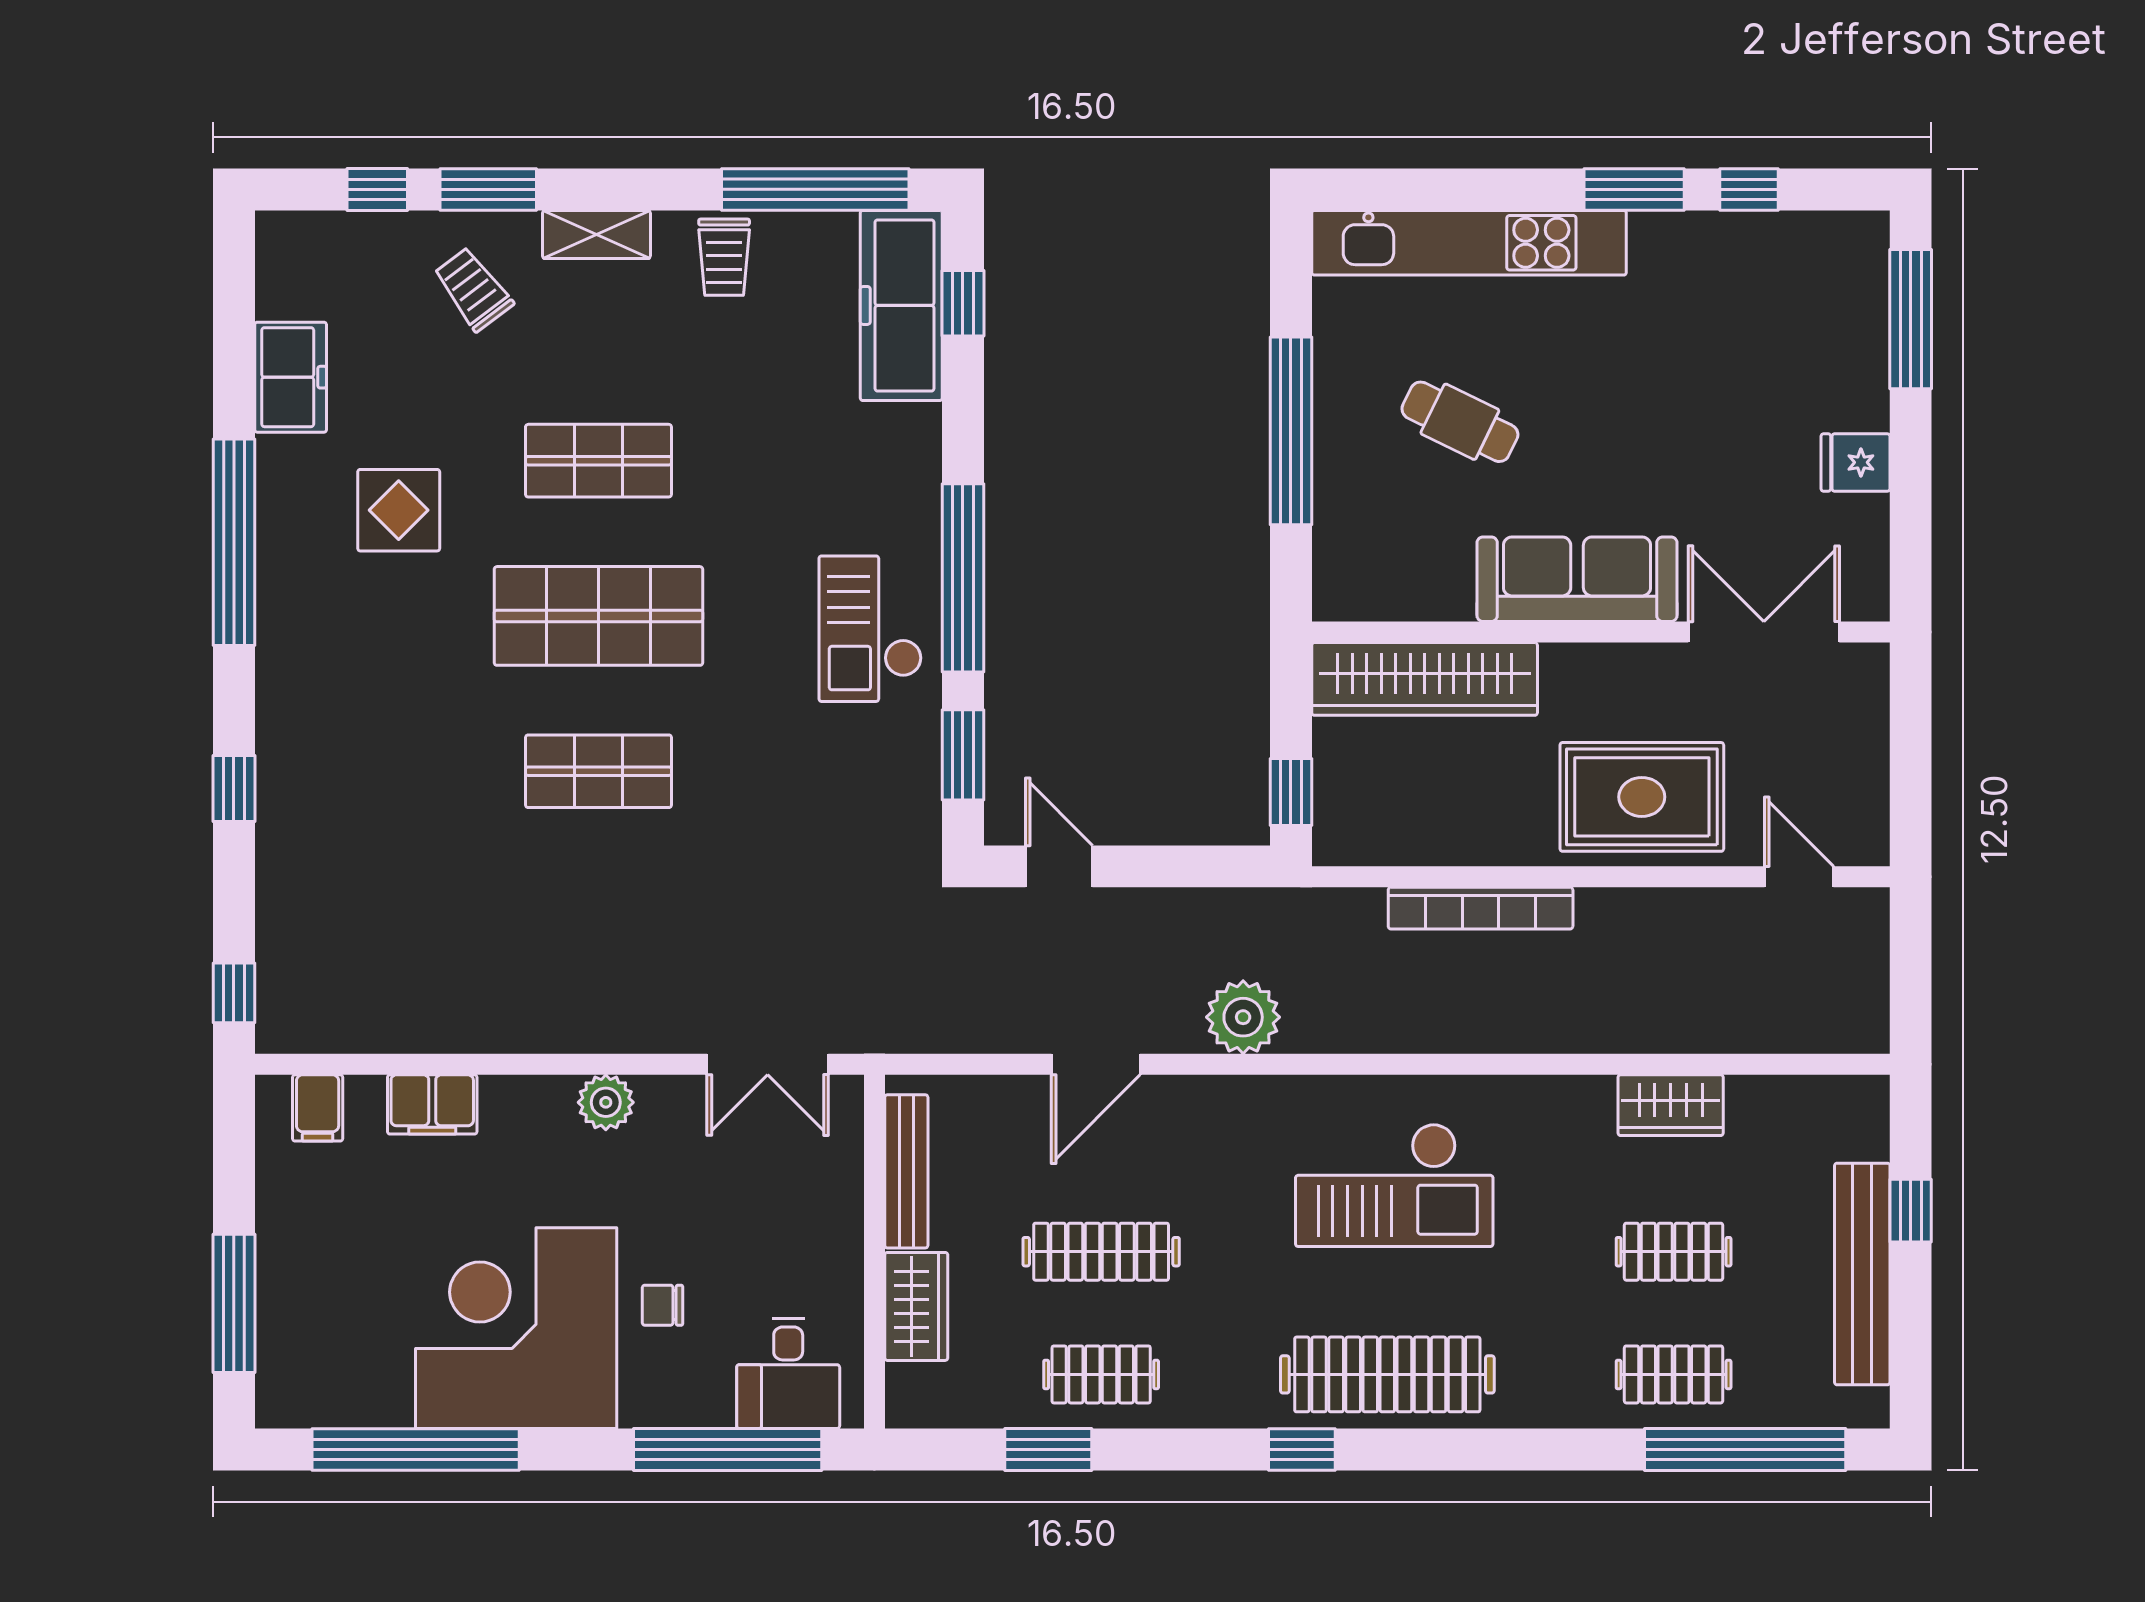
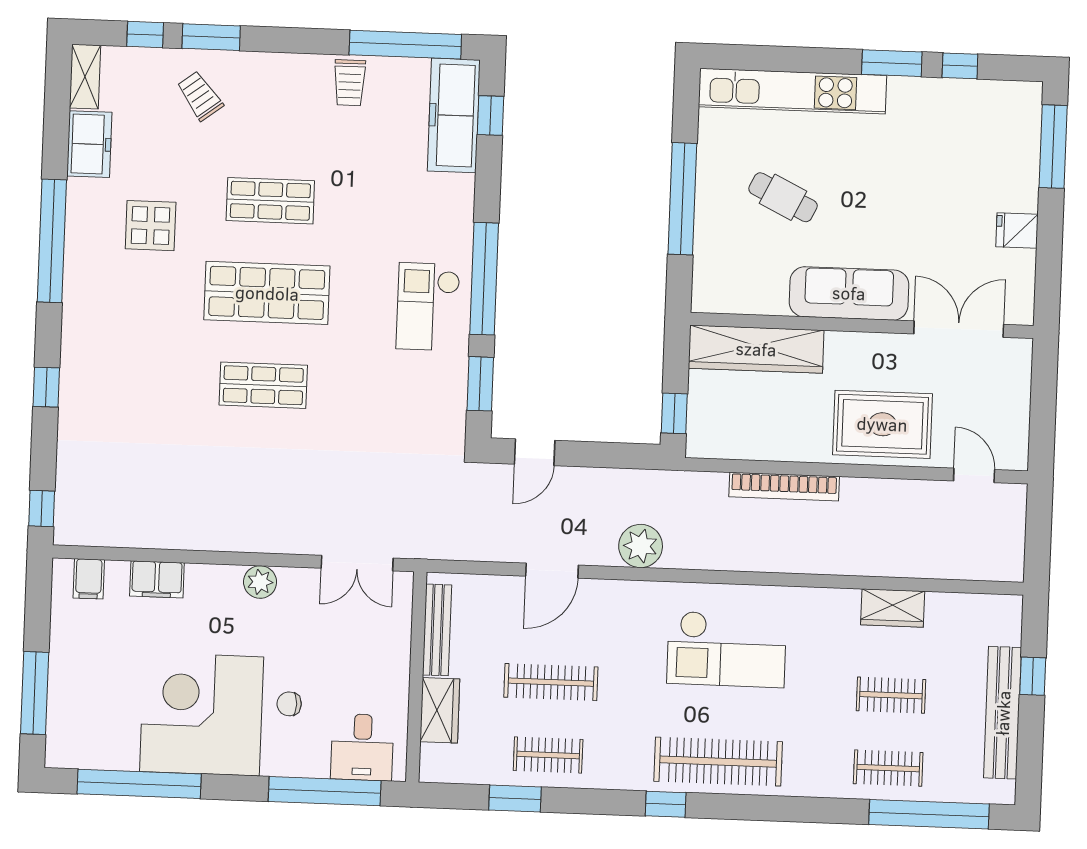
shelving: (596, 234) -> (85, 77), moved, turned 90
door: (1059, 866) -> (535, 452), swing flipped

